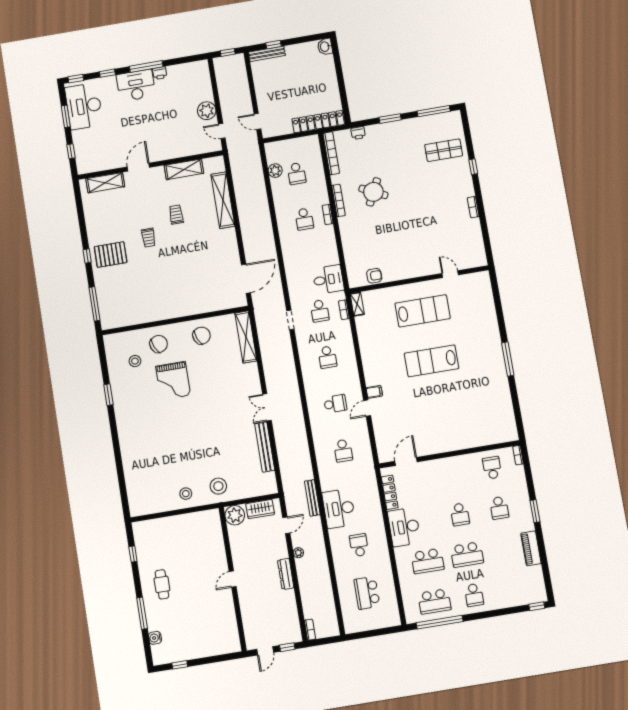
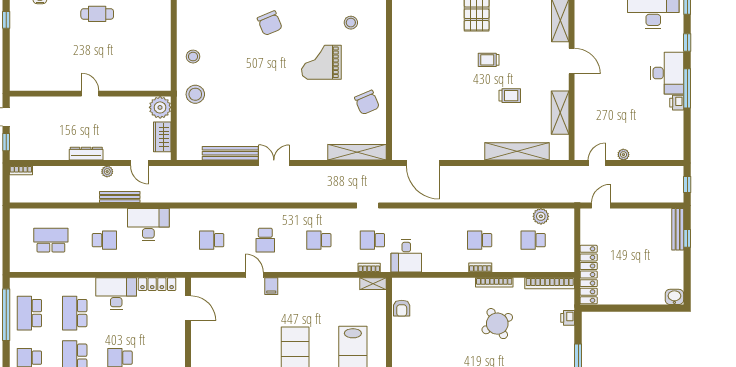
plant: (207, 111) -> (623, 155), width x0.53, depth x0.53
round table: (373, 192) -> (497, 324), turned 35
chair: (159, 344) -> (270, 23), moved
bench: (312, 498) -> (120, 197), moved

